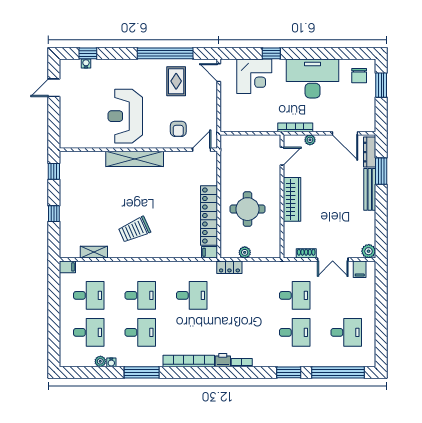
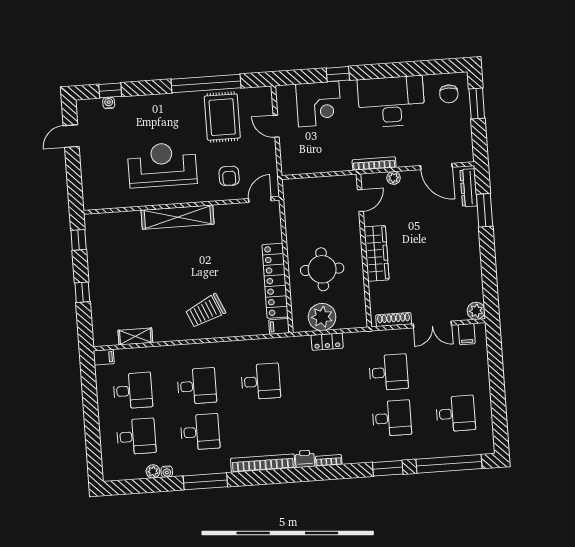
door: (219, 73) -> (276, 126), moved
rug: (176, 81) -> (222, 117), width x1.36, depth x1.43
reception desk: (125, 116) -> (162, 165), turned 90
bench: (370, 189) -> (472, 234), removed
trolley: (134, 230) -> (205, 311), moved
plant: (245, 252) -> (322, 317), width x1.88, depth x1.88
shoe rack: (306, 253) -> (394, 320), width x1.43
locker: (229, 267) -> (327, 342), moved

